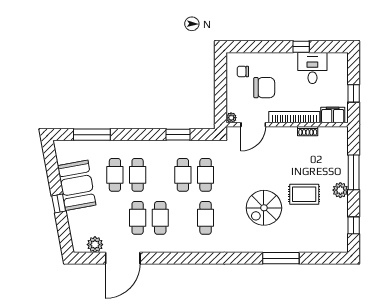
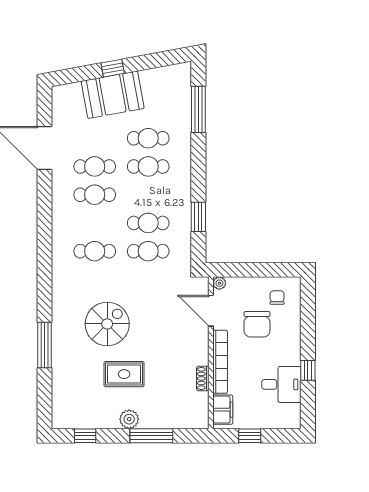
booth: (77, 185) -> (113, 95), moved
rug: (304, 194) -> (124, 374), turned 90
spiral stairs: (264, 208) -> (107, 324), turned 90
plant: (95, 245) -> (61, 113), removed

